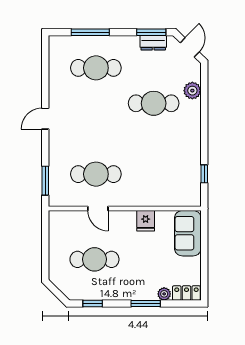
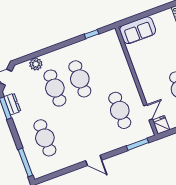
window: (90, 32) -> (25, 162), moved
cafe table: (154, 139) -> (80, 79), added
door: (98, 209) -> (148, 112), moved
fridge: (146, 221) -> (161, 125), moved, turned -90

